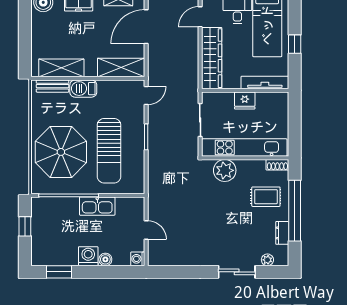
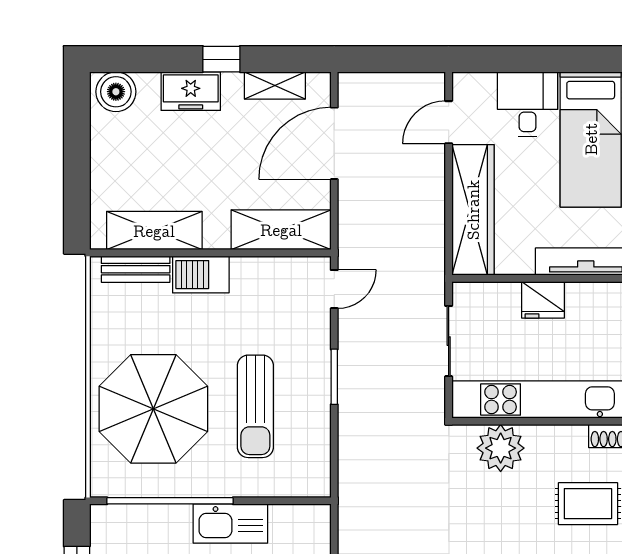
sun lounger: (109, 151) -> (255, 406), width x0.73, depth x0.75

